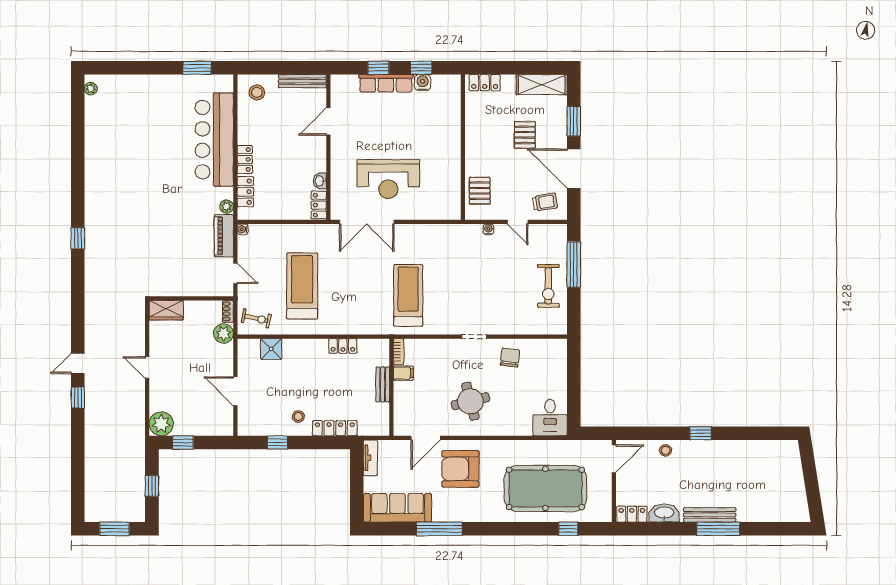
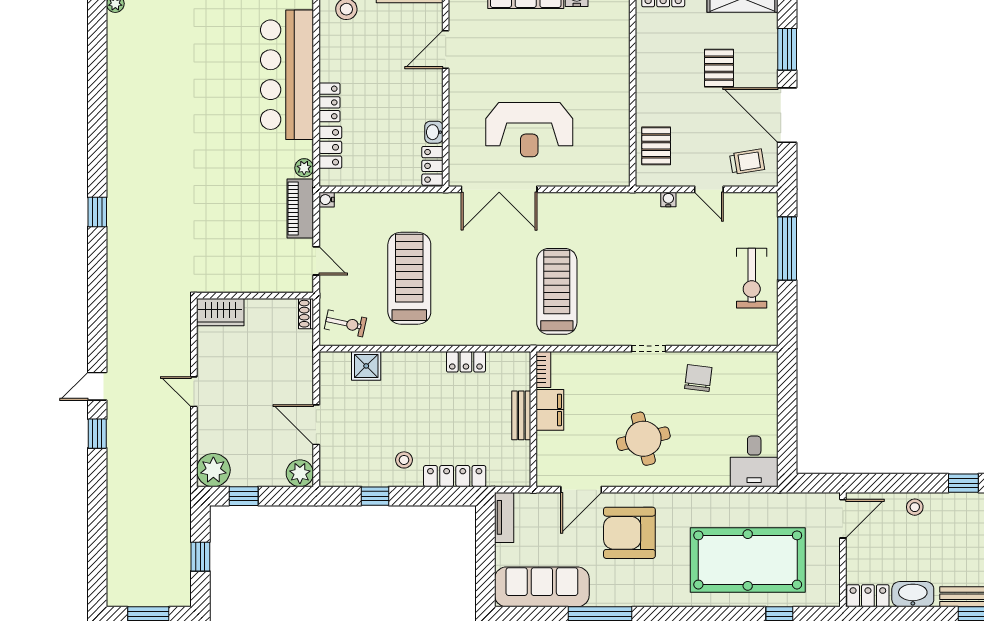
plant: (223, 333) -> (300, 473), moved
filing cabinet: (403, 373) -> (550, 410), width x2.00

